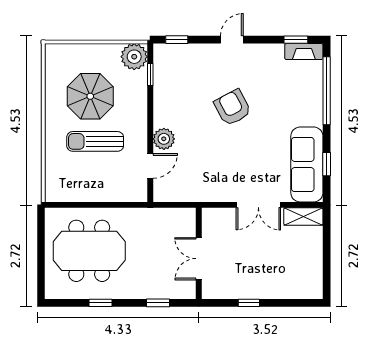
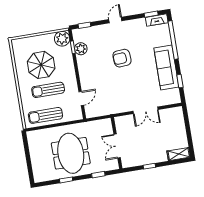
armchair: (233, 108) -> (122, 58), turned -66
plant: (164, 139) -> (81, 49), moved
sofa: (307, 164) -> (166, 68), moved
sun lounger: (83, 185) -> (45, 115), added
shelving: (303, 216) -> (179, 154), moved
meeting table: (89, 251) -> (71, 153), moved, turned 90

